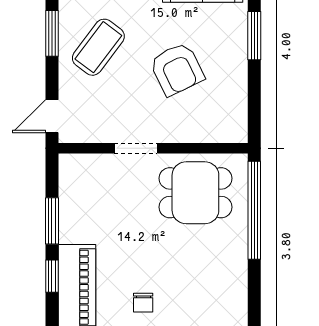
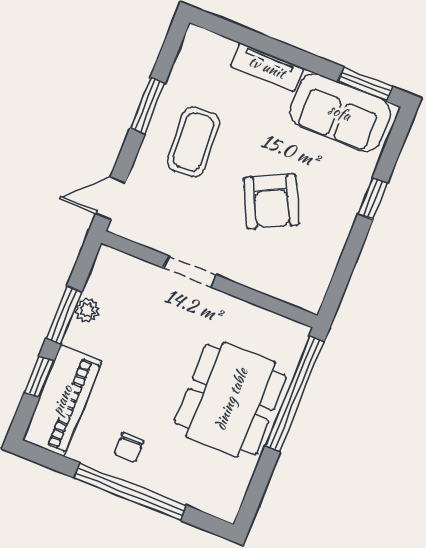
window: (254, 36) -> (373, 198), width x0.67
coffee table: (98, 47) -> (193, 142), turned -40
dining table: (195, 193) -> (231, 399), moved, width x1.38
plant: (69, 210) -> (87, 310), added

